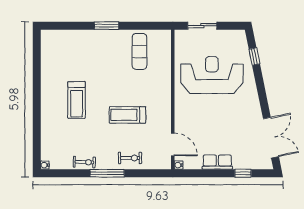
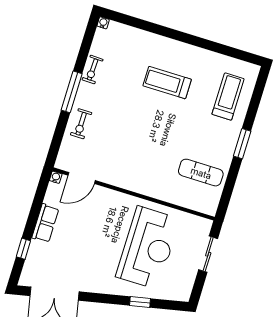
window: (254, 56) -> (140, 302), moved
treadmill: (127, 115) -> (228, 96), moved

